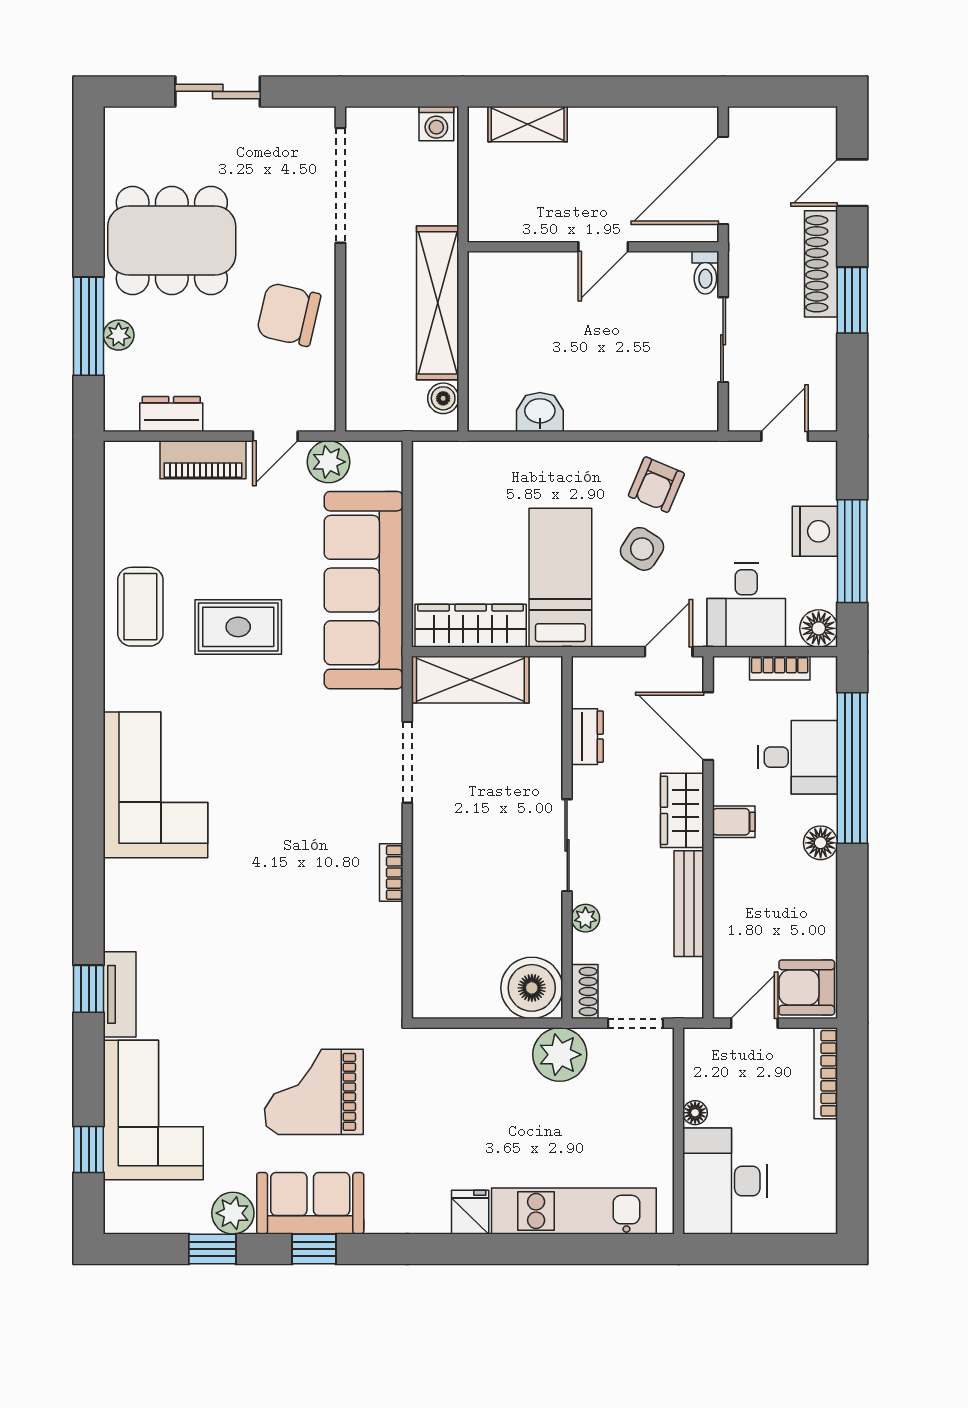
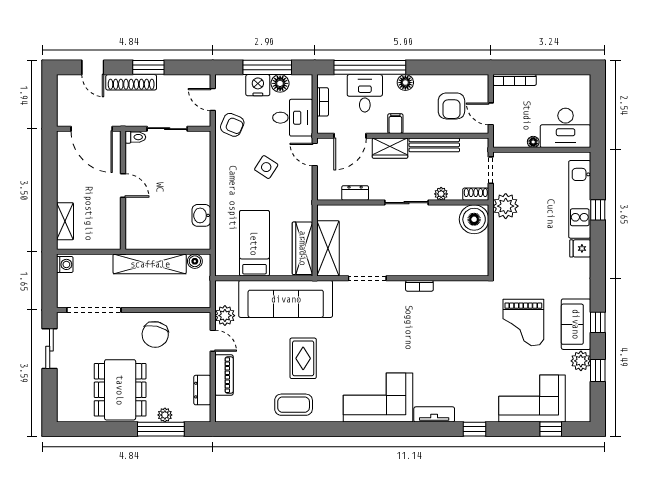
sliding door: (218, 91) -> (50, 349), moved
armchair: (656, 485) -> (232, 125), moved
bed: (560, 578) -> (254, 243), moved, turned 90
floor lamp: (819, 628) -> (280, 83), moved
armchair: (807, 988) -> (451, 106), moved
tv unit: (120, 994) -> (434, 414), moved
window: (552, 1249) -> (598, 210), added

